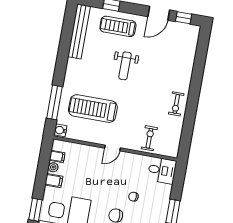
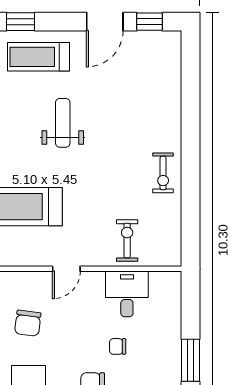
weight bench: (125, 66) -> (63, 123), turned 180
desk: (162, 170) -> (127, 294), moved, turned -90
chair: (85, 175) -> (28, 323), added

